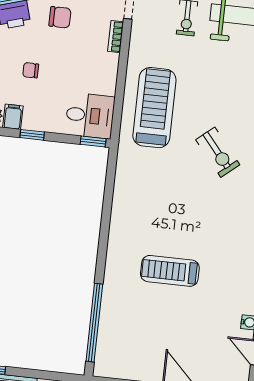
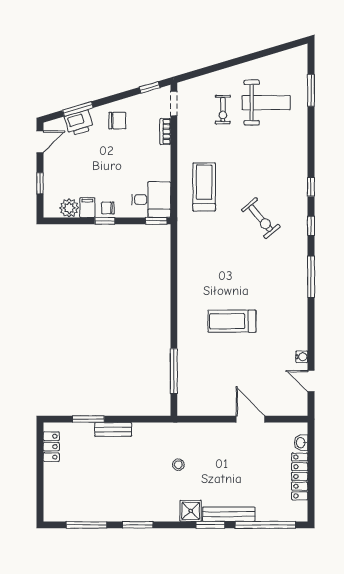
chair: (31, 70) -> (108, 208), moved
treadmill: (154, 108) -> (204, 187), width x0.73, depth x0.73
window: (94, 323) -> (174, 371), width x0.68

